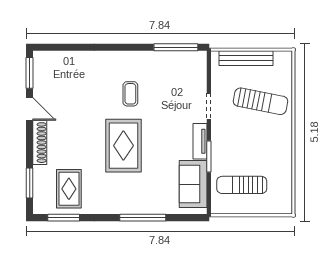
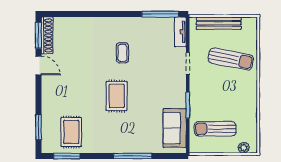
tv unit: (200, 141) -> (180, 32), moved
shoe rack: (40, 143) -> (47, 35), moved
rug: (123, 146) -> (117, 96), width x0.73, depth x0.70
plant: (276, 208) -> (244, 148), added

